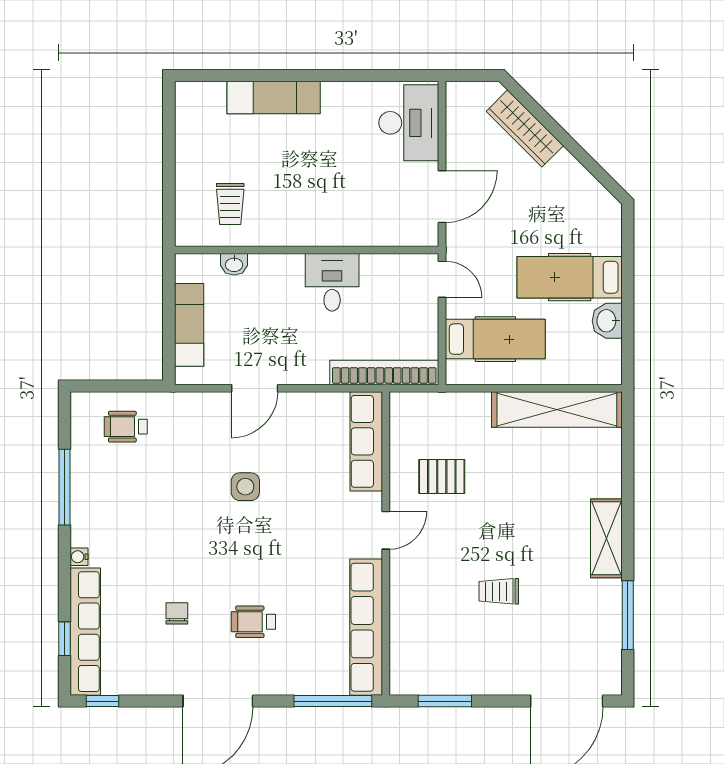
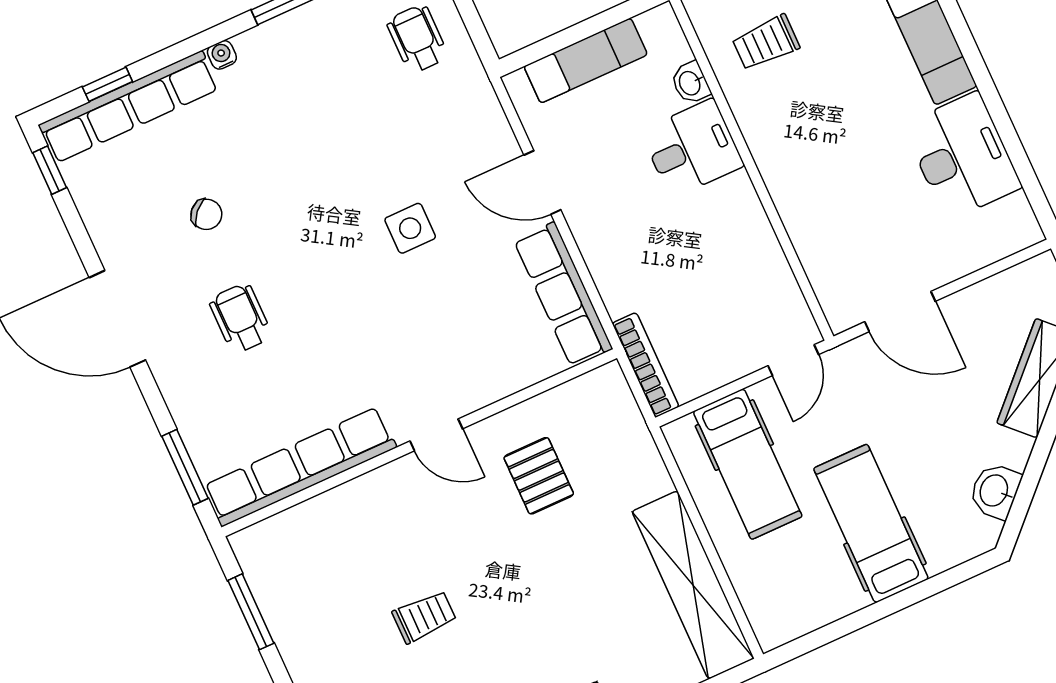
desk: (409, 123) -> (962, 156), moved, turned -90
desk: (332, 282) -> (692, 148), moved
washbasin: (607, 321) -> (995, 491), moved, turned -45
bookcase: (384, 373) -> (646, 365), width x0.68, depth x0.76
row of seats: (366, 441) -> (563, 294), moved, turned -90
trolley: (499, 591) -> (424, 617), turned 90
chair: (177, 613) -> (206, 214), turned 43
window: (333, 701) -> (185, 467), width x0.69

